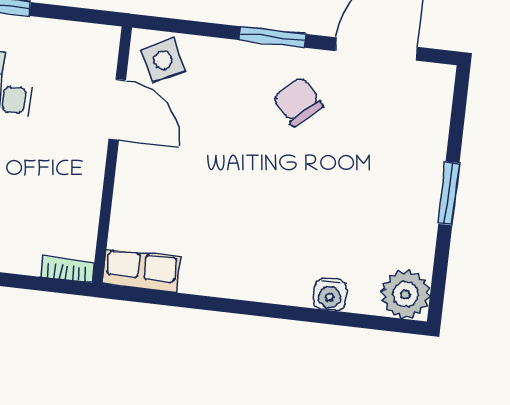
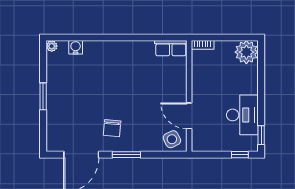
chair: (298, 102) -> (112, 128), turned 47
plant: (405, 294) -> (52, 46), width x0.53, depth x0.53
water cooler: (330, 295) -> (76, 47), moved

